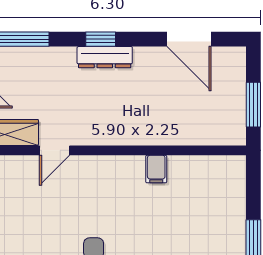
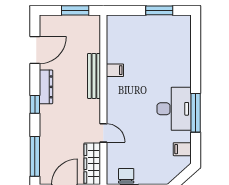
dresser: (105, 57) -> (46, 87), moved
bench: (147, 135) -> (94, 76), added

